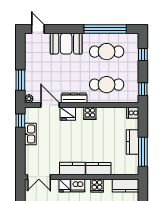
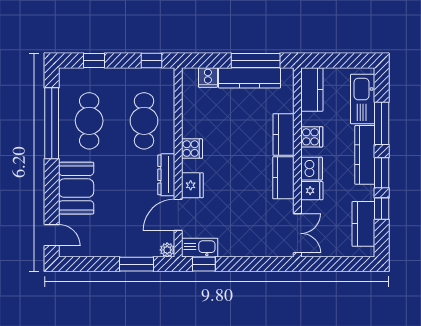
door: (38, 29) -> (52, 235), swing flipped
cooker: (133, 113) -> (208, 77), moved
kitchen sink: (30, 134) -> (200, 248), moved
kitchen counter: (132, 142) -> (250, 78), width x1.50

